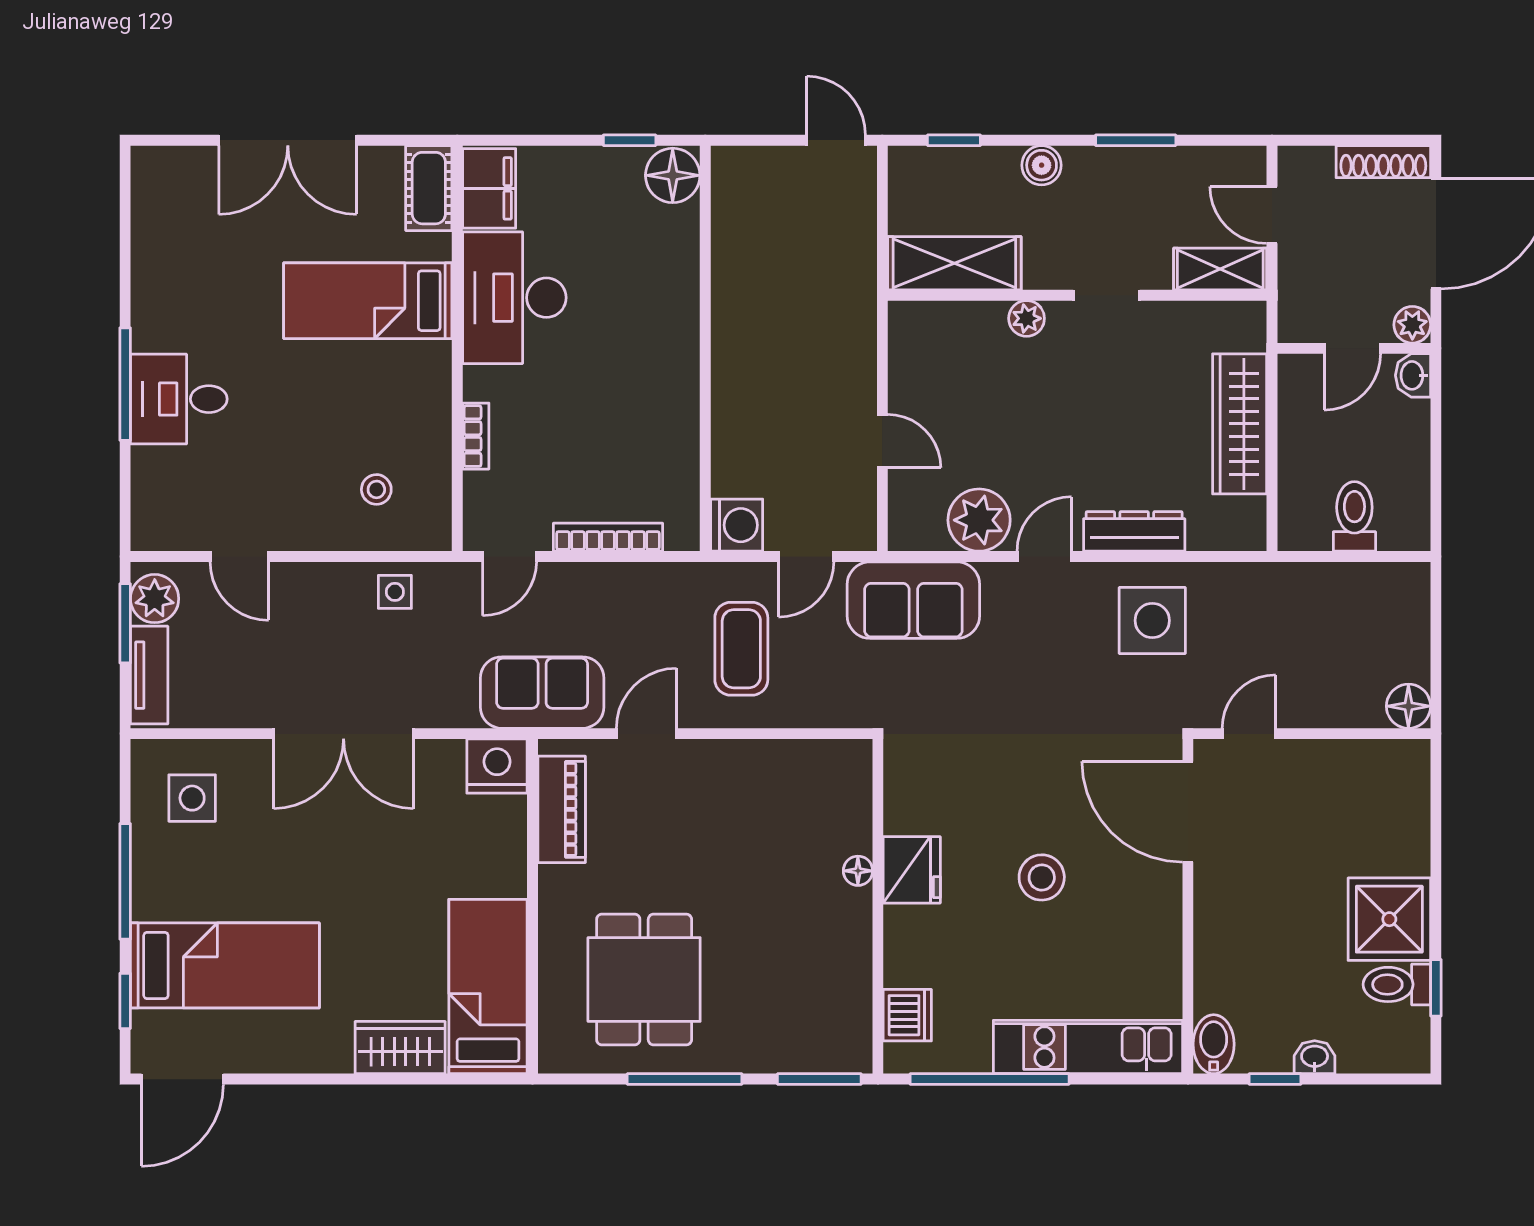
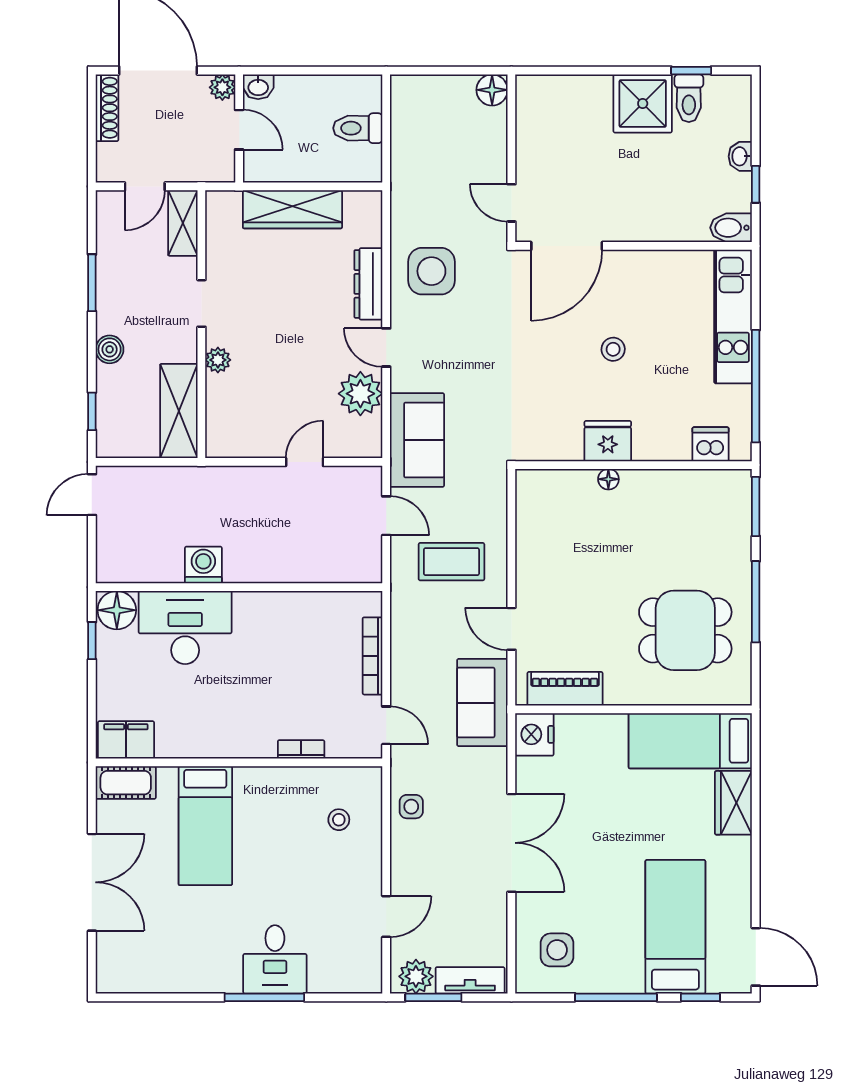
desk: (514, 298) -> (185, 628), moved, turned 180
washing machine: (737, 525) -> (203, 565), moved
stool: (1042, 877) -> (613, 349), width x0.73, depth x0.73

